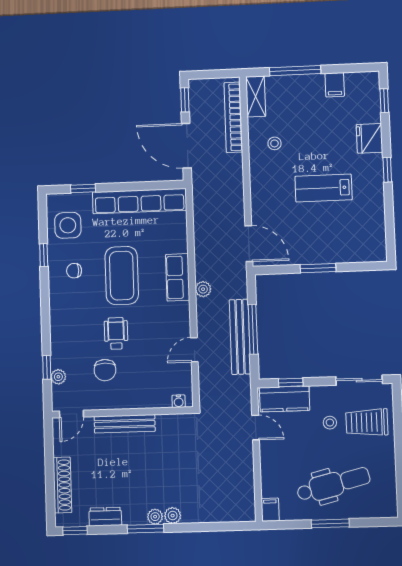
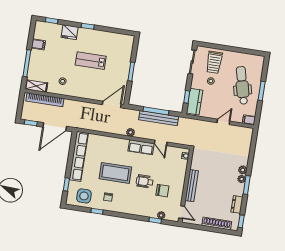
lab bench: (324, 188) -> (91, 61), turned 90
row of seats: (178, 277) -> (141, 147), moved
door: (256, 428) -> (223, 122), moved

